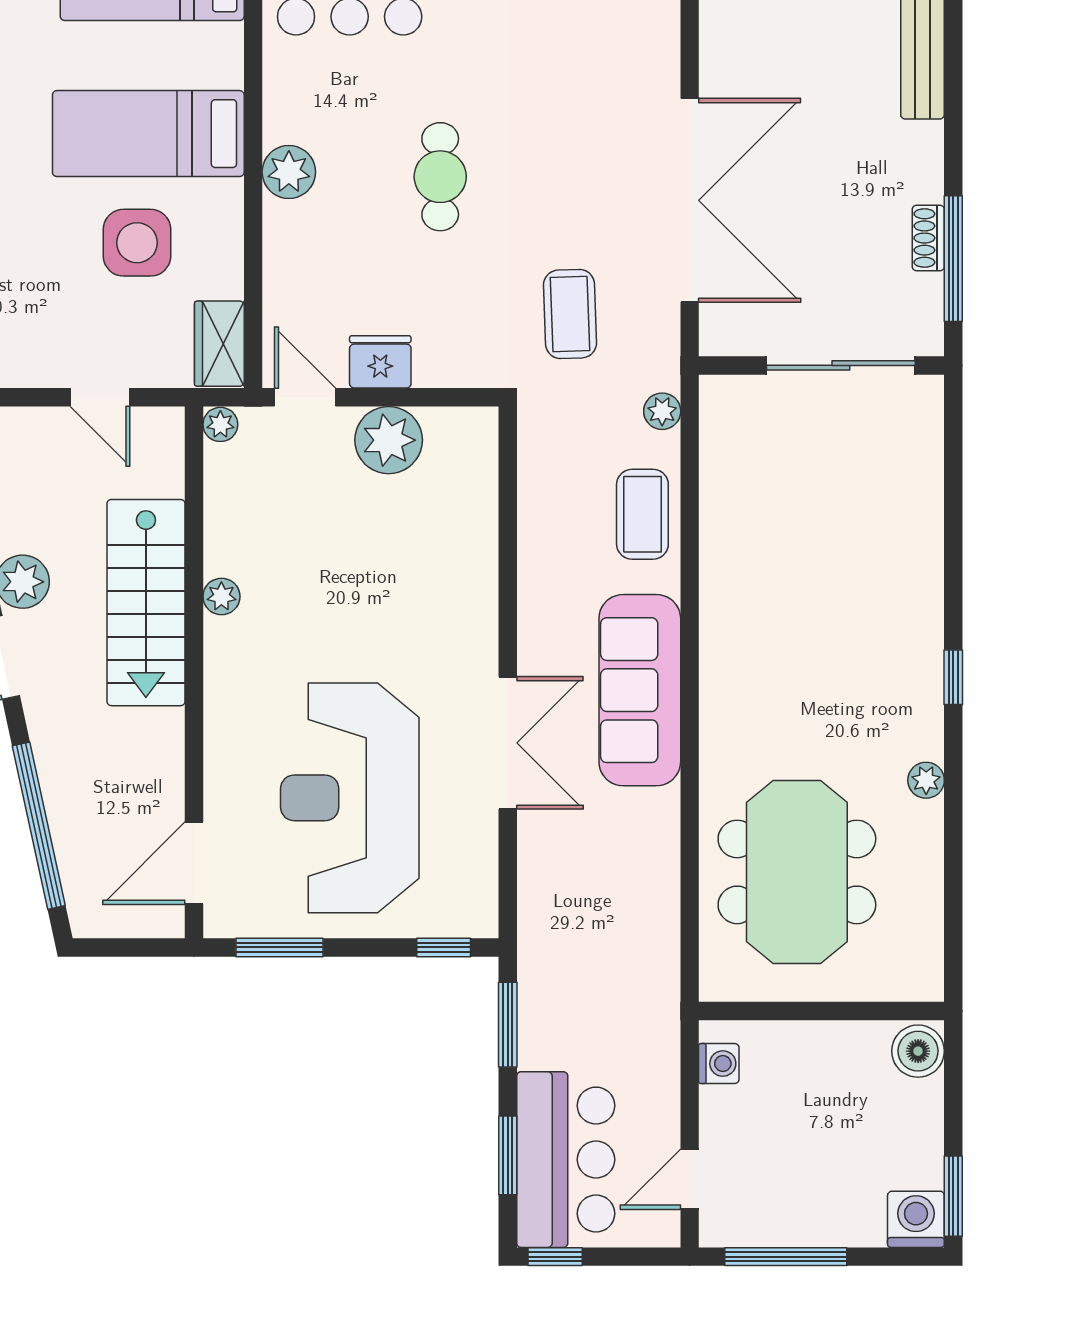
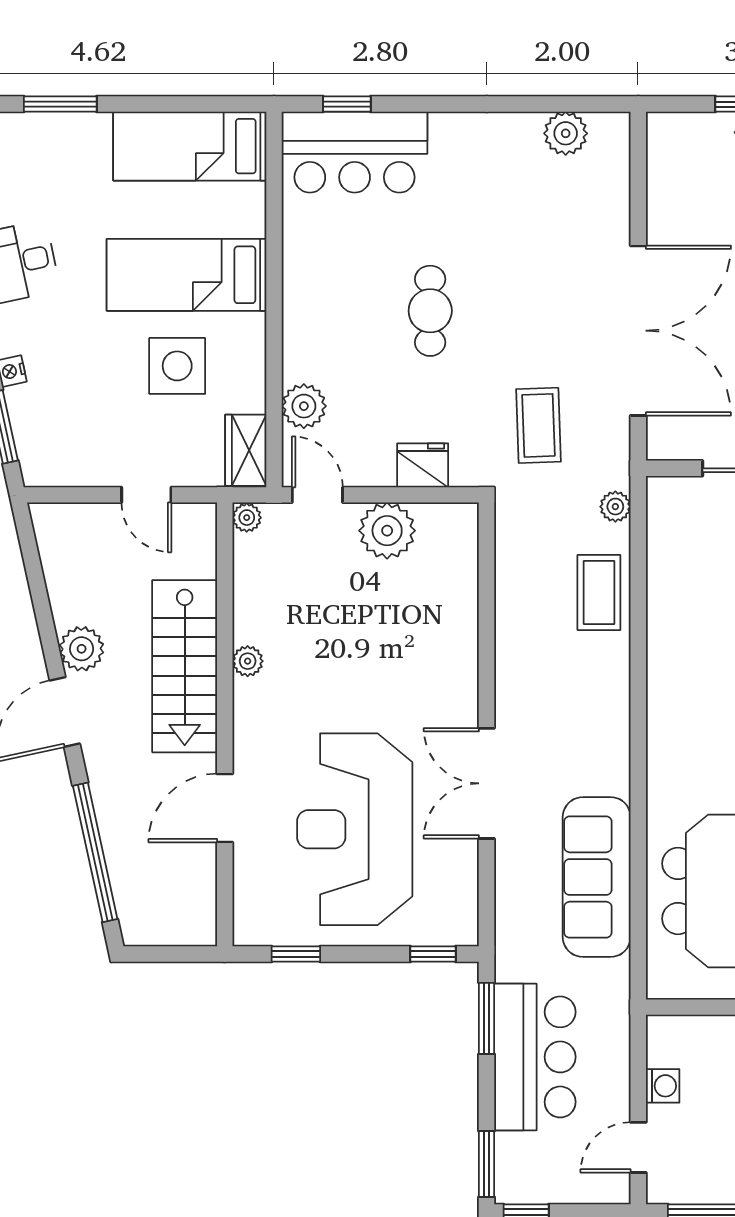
plant: (289, 172) -> (304, 406), moved
fridge: (380, 362) -> (423, 465), moved
sofa: (640, 690) -> (597, 877), moved
double door: (508, 743) -> (487, 783), swing flipped
door: (194, 863) -> (225, 808), moved
window: (279, 947) -> (296, 954), width x0.67
washing machine: (719, 1064) -> (663, 1086), moved
window: (508, 1155) -> (487, 1164), moved
bar counter: (566, 1160) -> (535, 1057), moved

